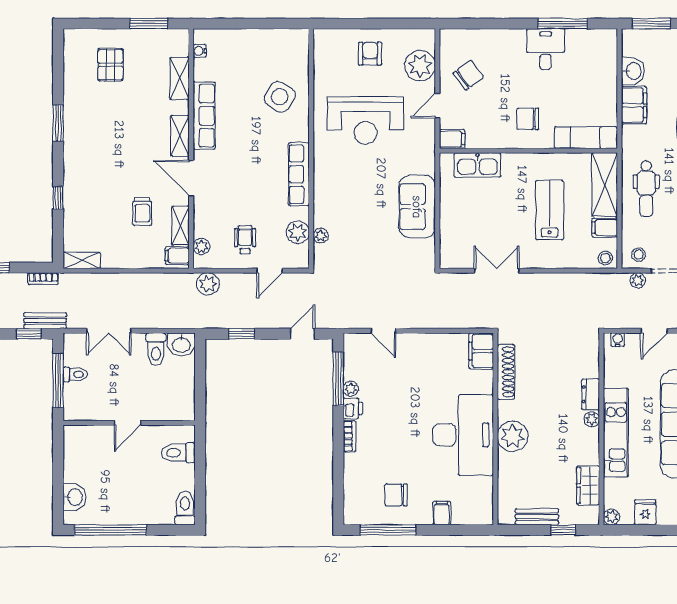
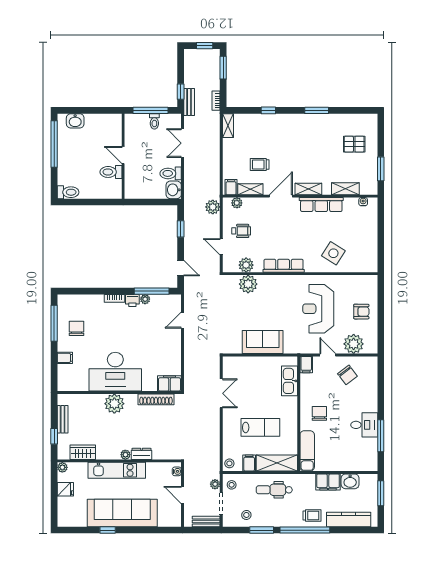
plant: (321, 236) -> (248, 284), width x1.88, depth x1.88
toilet: (178, 453) -> (111, 172), moved, turned -90

